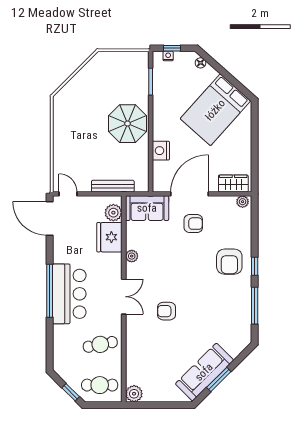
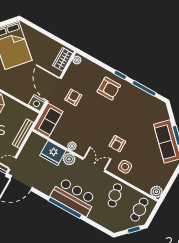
nightstand: (161, 151) -> (37, 103), moved
plant: (113, 213) -> (69, 159), moved
side table: (143, 337) -> (125, 167), added

